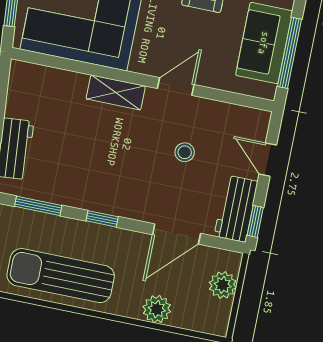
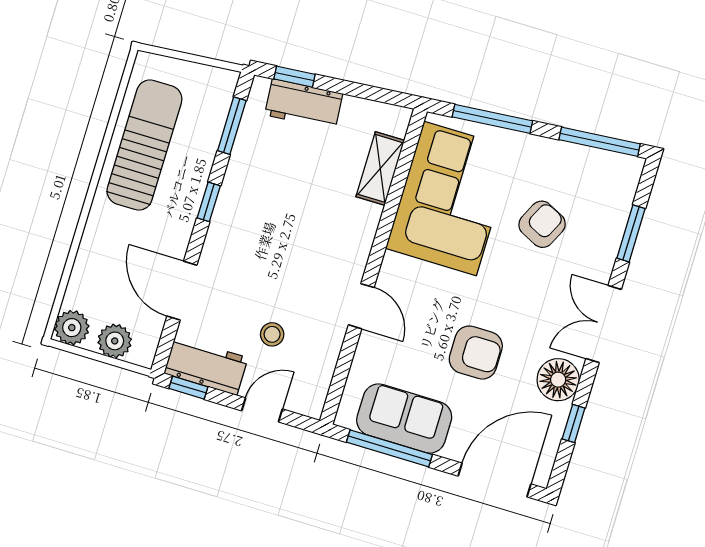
shelving: (116, 92) -> (380, 168), moved
stool: (185, 152) -> (272, 334), moved
plant: (157, 309) -> (72, 328), moved

